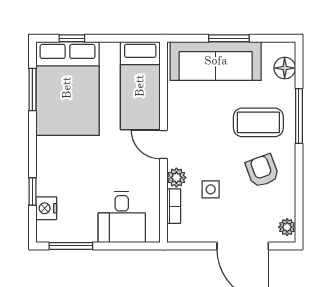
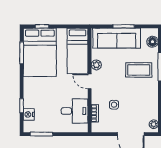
armchair: (262, 171) -> (141, 95), removed
plant: (176, 178) -> (96, 65), moved
desk: (122, 217) -> (75, 111), moved, turned -90

